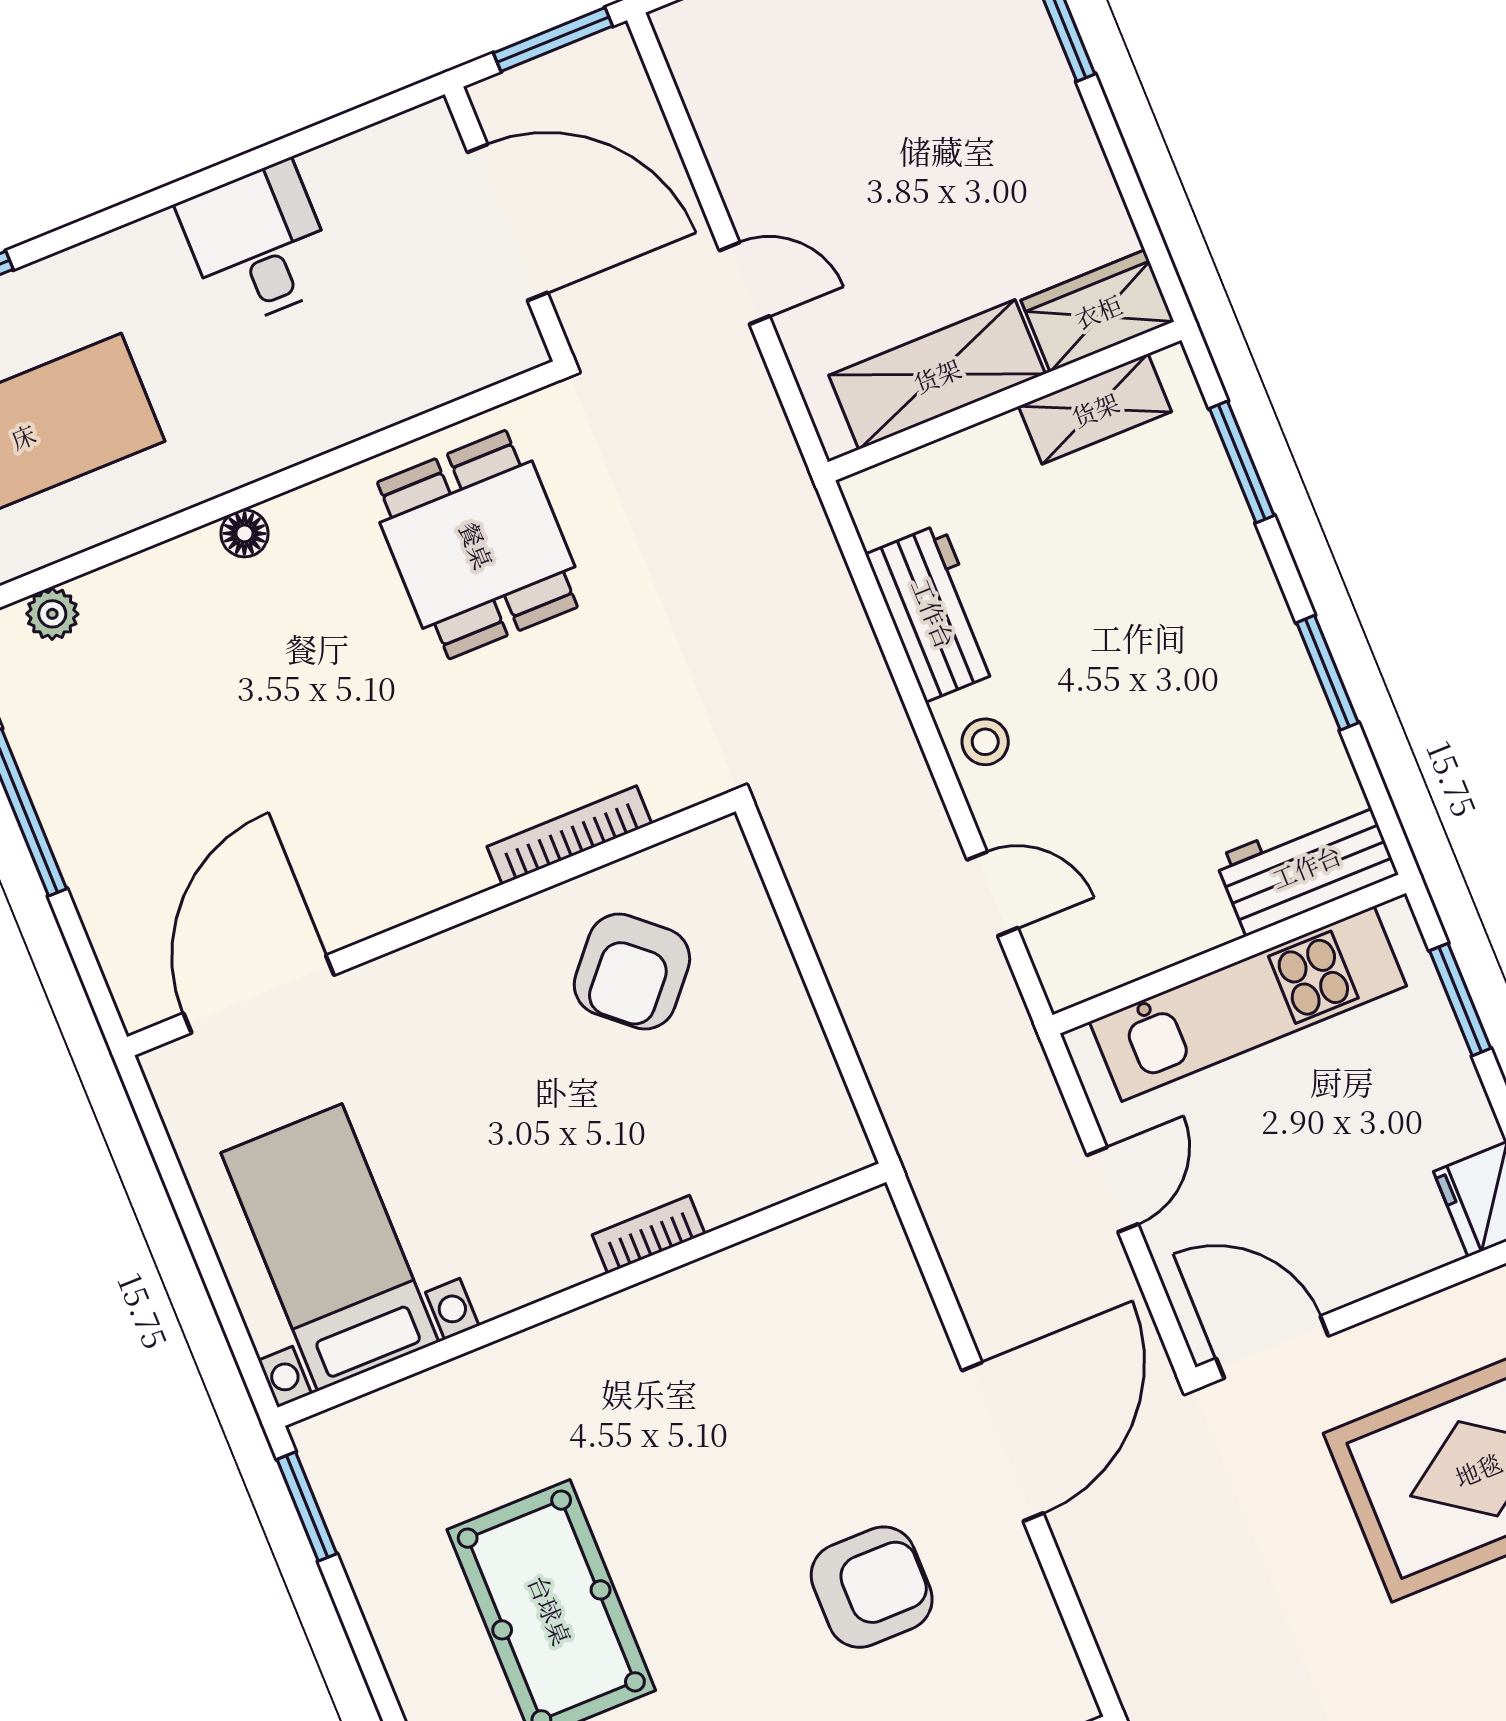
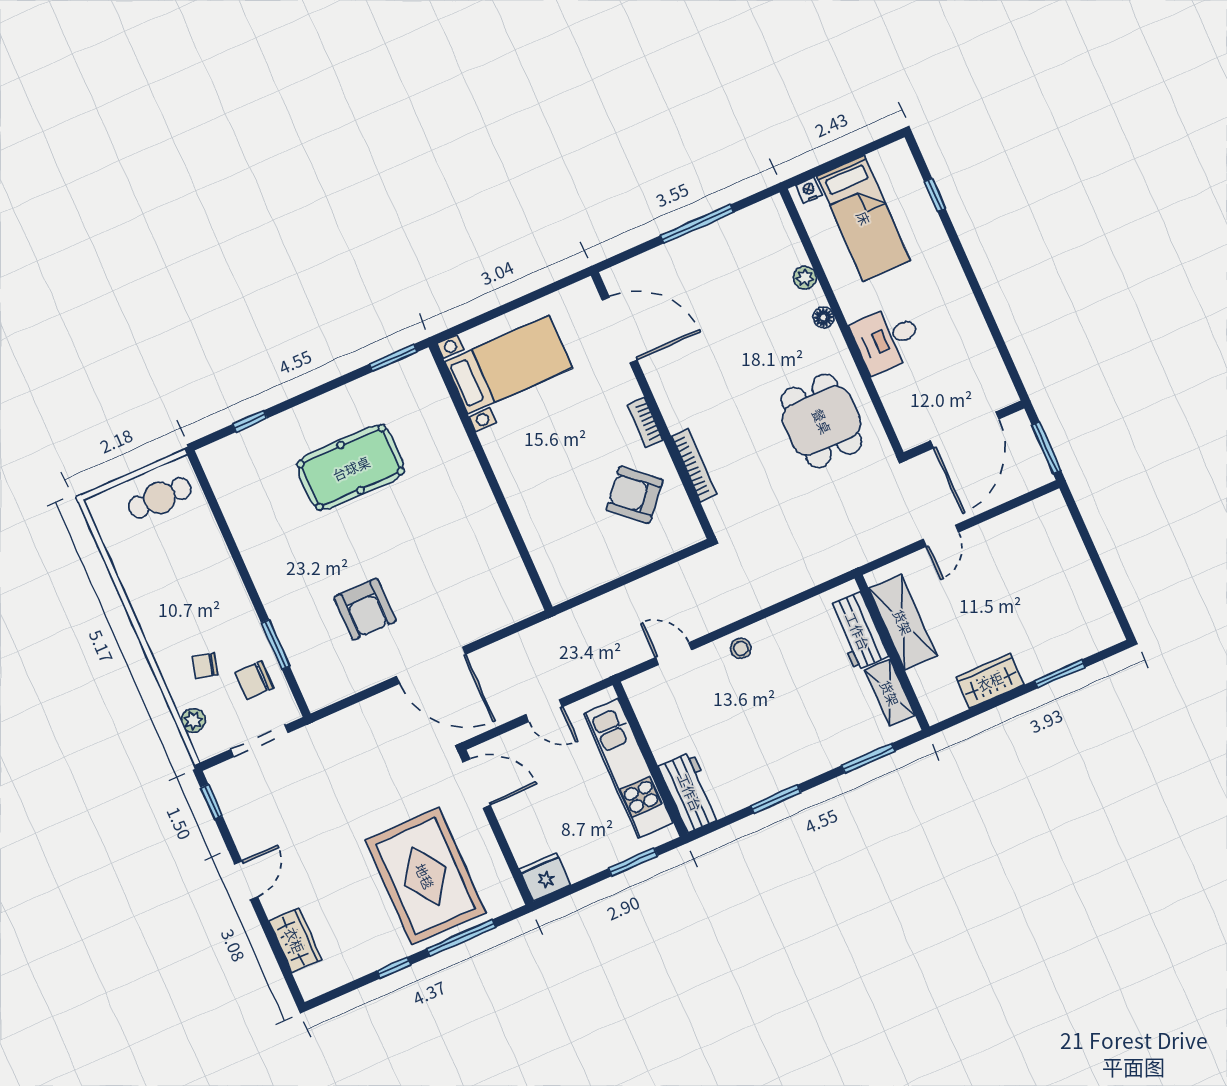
desk: (258, 244) -> (887, 339), moved, turned 180
wardrobe: (1098, 311) -> (990, 681), moved, turned -90
dining table: (477, 545) -> (822, 421), turned 90
workbench: (934, 613) -> (858, 631), moved, turned 90
plant: (52, 614) -> (805, 278), moved
door: (992, 894) -> (674, 654), swing flipped
bookcase: (649, 1234) -> (645, 422), moved, turned 180
door: (1272, 1347) -> (477, 784), hinge flipped

